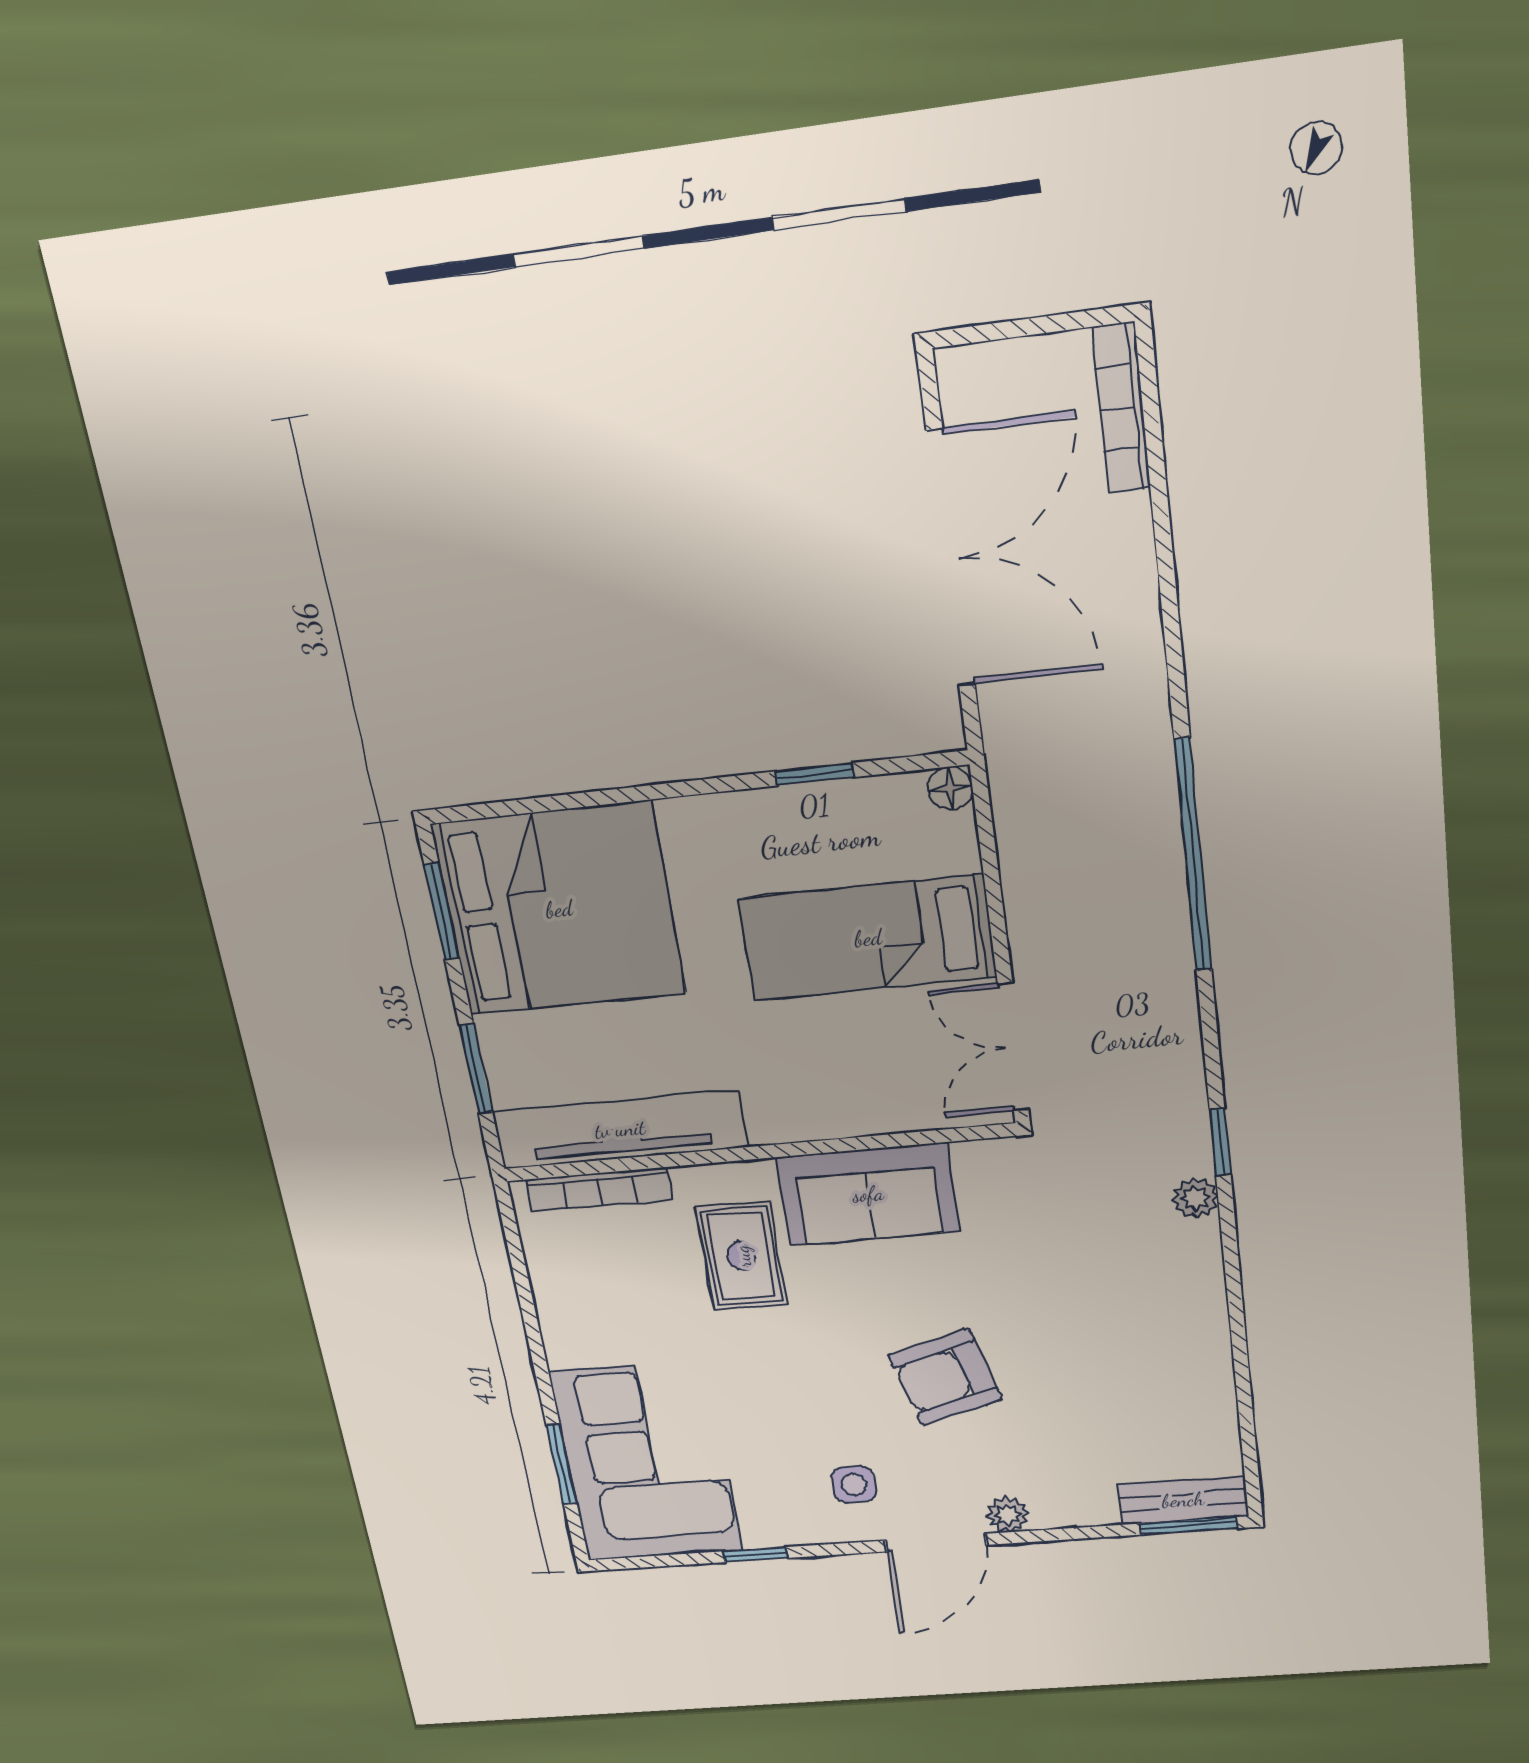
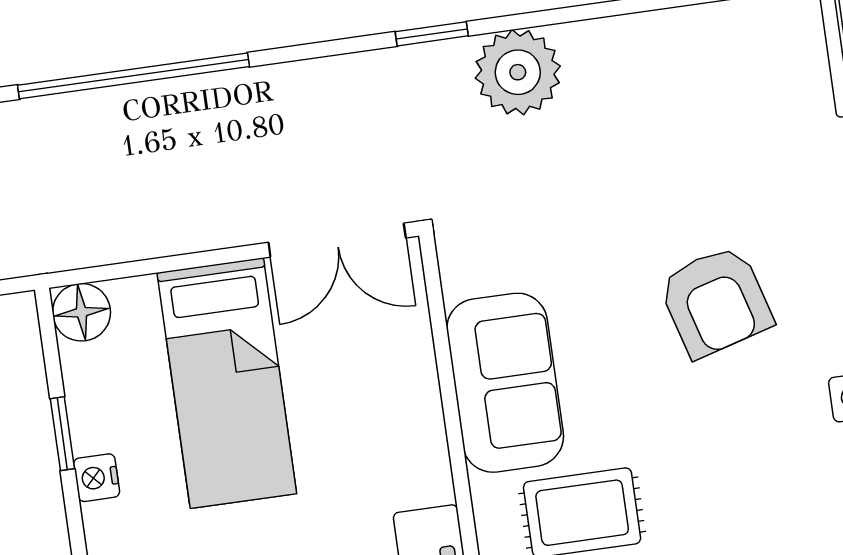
floor lamp: (950, 788) -> (82, 312), width x1.37, depth x1.37
nightstand: (769, 808) -> (97, 478), added
plant: (1195, 1198) -> (518, 72), width x1.88, depth x1.88

